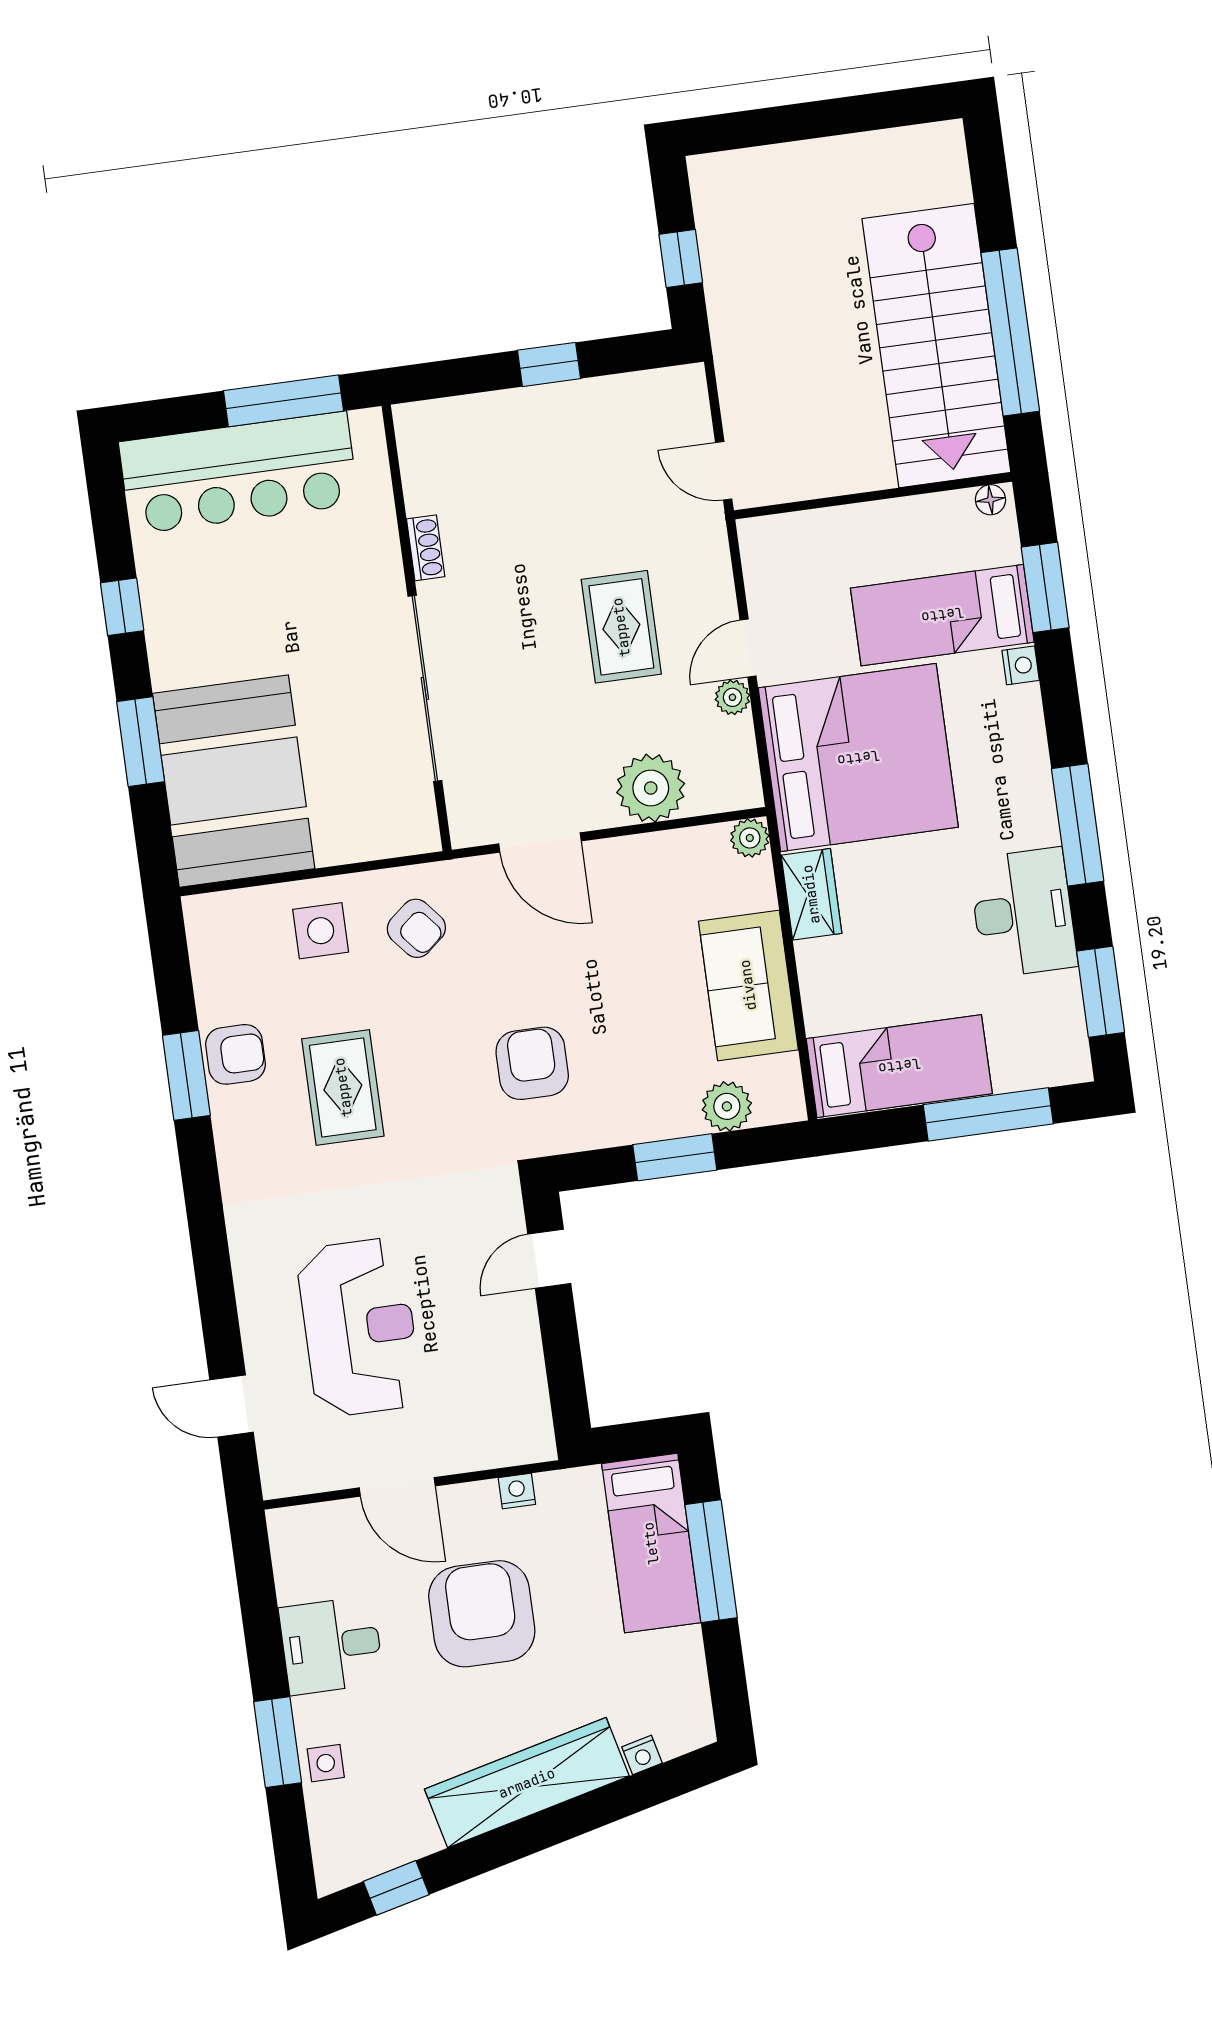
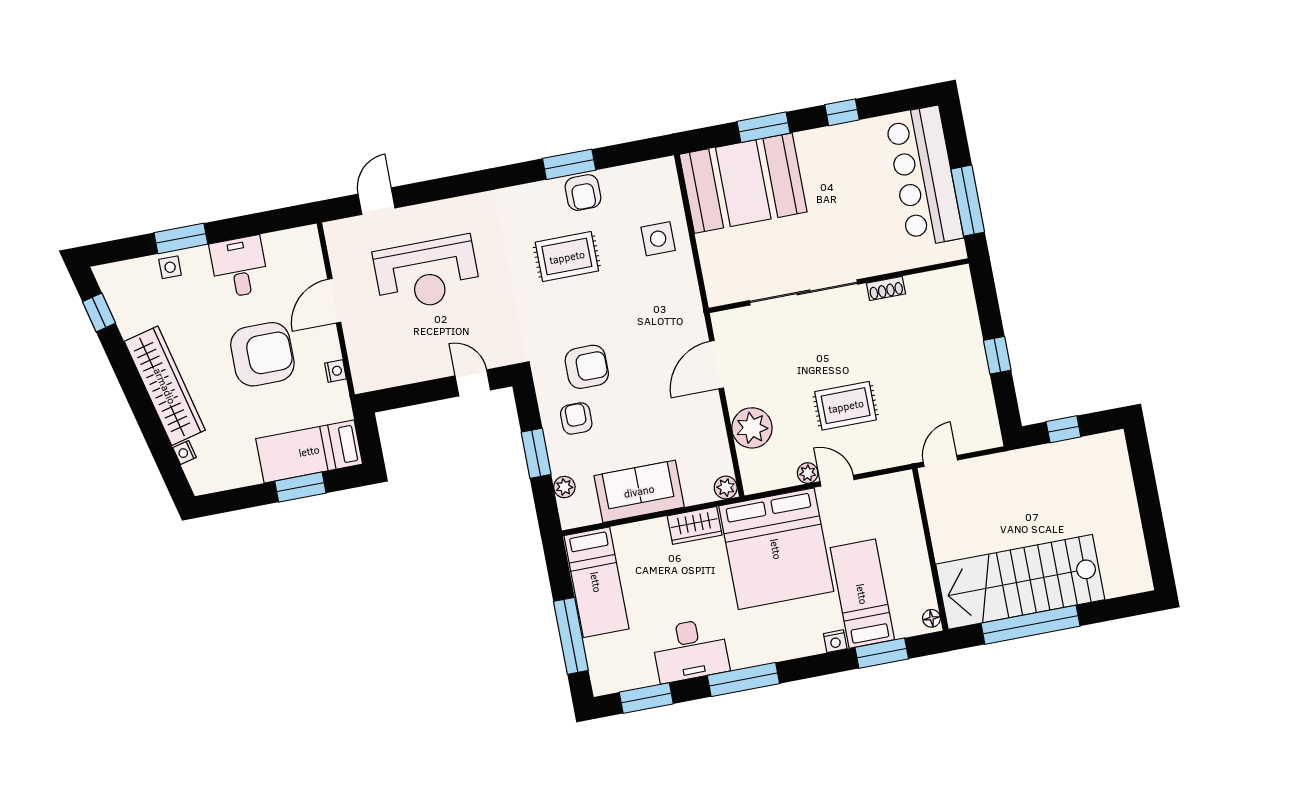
armchair: (416, 928) -> (576, 418), moved, turned 130
plant: (727, 1106) -> (564, 487), width x0.73, depth x0.73
window: (711, 1561) -> (300, 487), width x0.69

